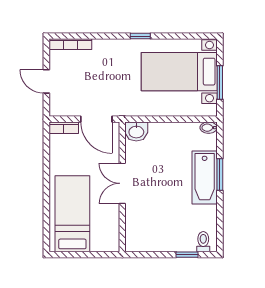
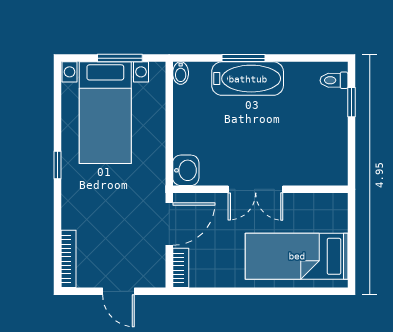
door: (46, 81) -> (118, 291), hinge flipped

